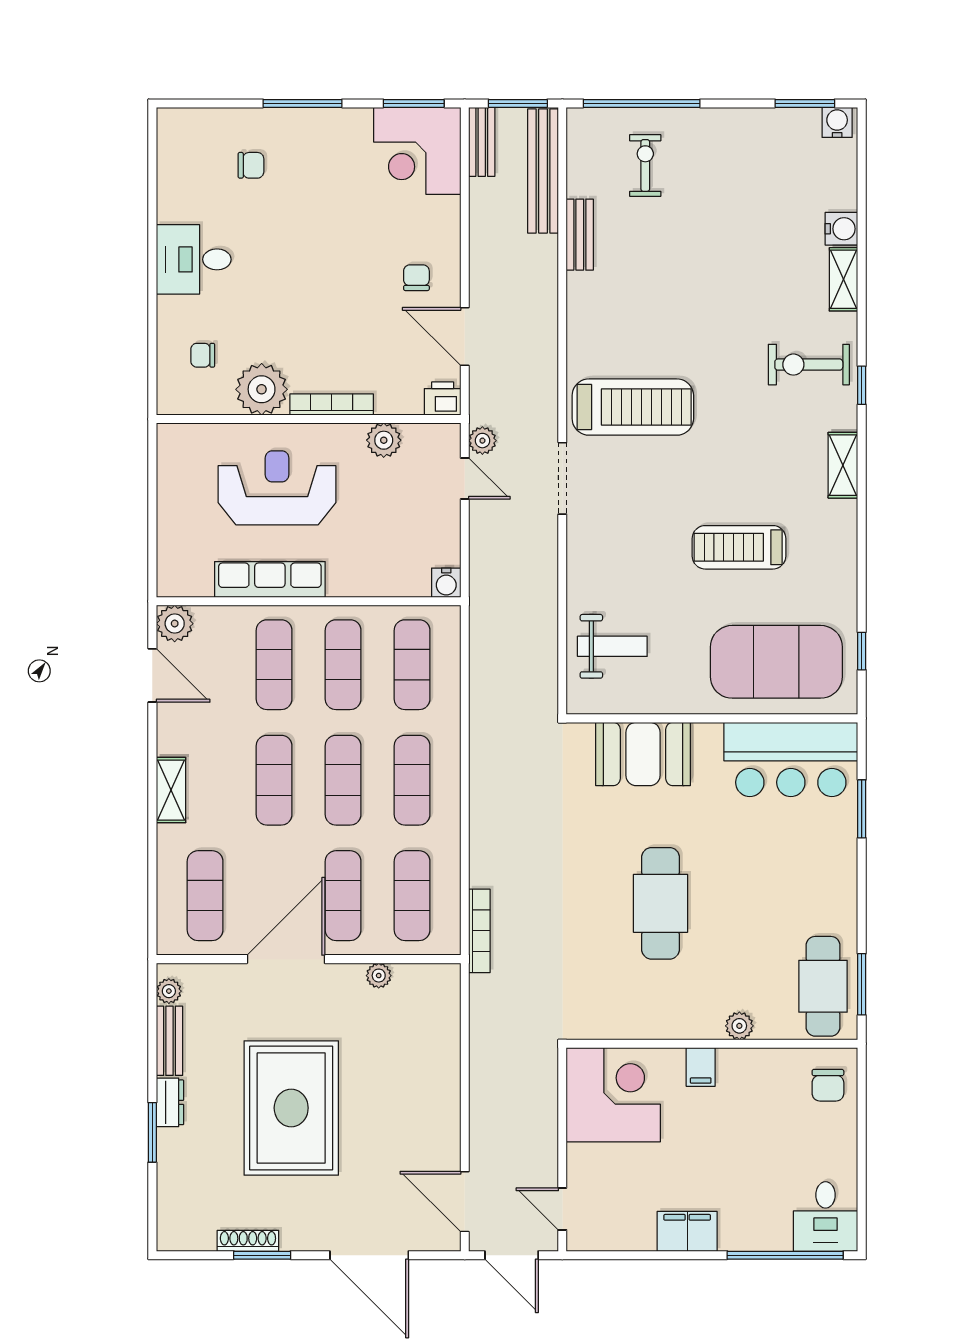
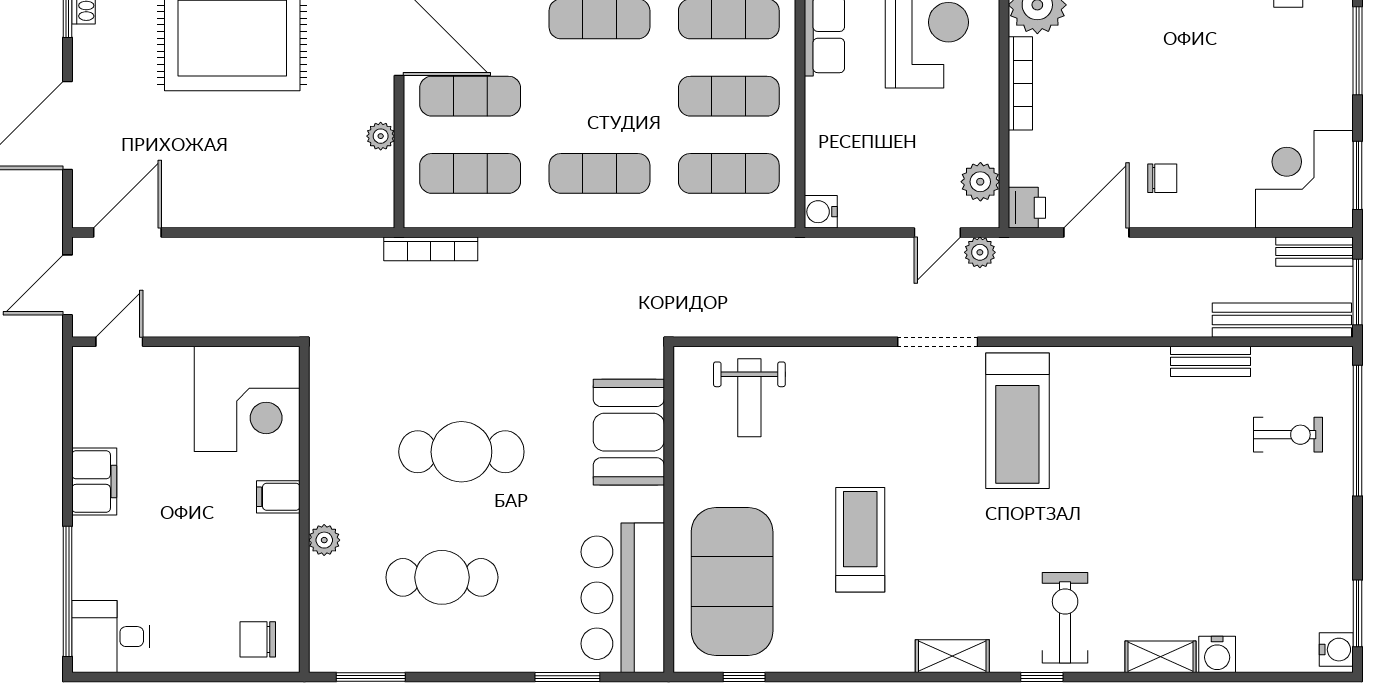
plant: (384, 440) -> (980, 182), moved
exercise mat: (343, 780) -> (599, 96), removed
cafe table: (823, 986) -> (442, 577), moved

